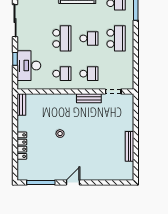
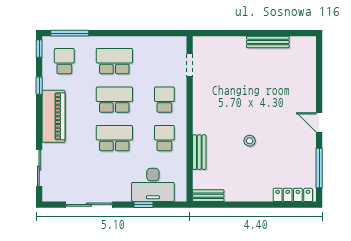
school desk: (89, 38) -> (114, 100), width x1.85
bench: (89, 98) -> (199, 152), moved
locker: (22, 146) -> (293, 195), moved

